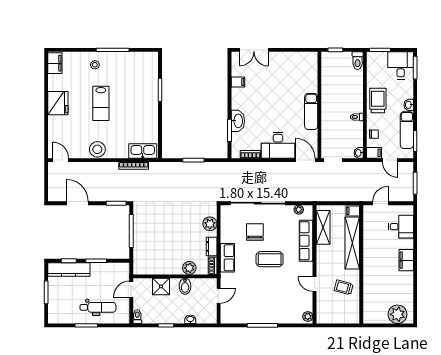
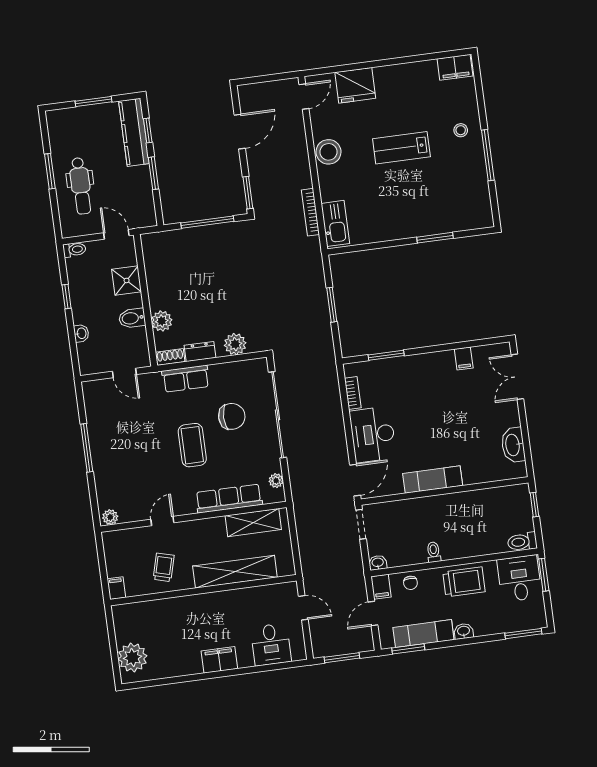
desk: (401, 65) -> (519, 578), moved, turned -90
fridge: (58, 103) -> (355, 85), moved
washbasin: (238, 121) -> (513, 445), moved, turned 90
filing cabinet: (353, 211) -> (116, 588), moved

